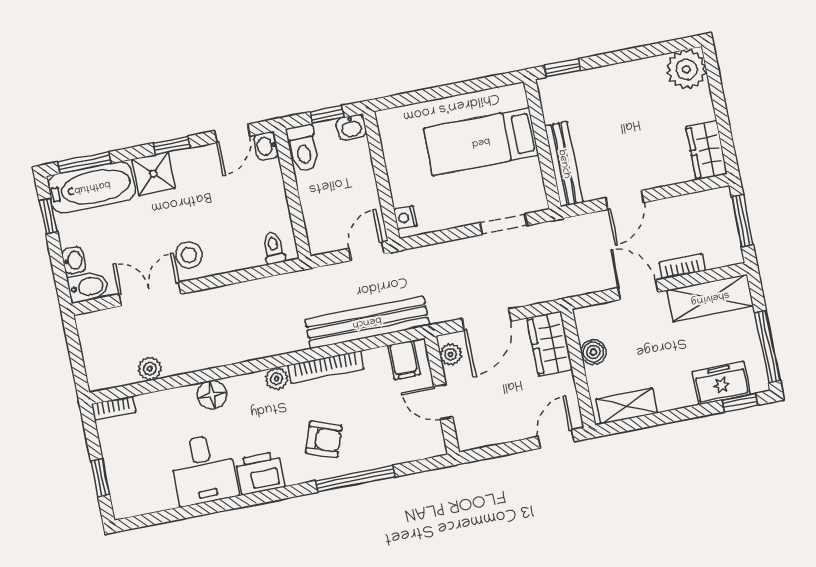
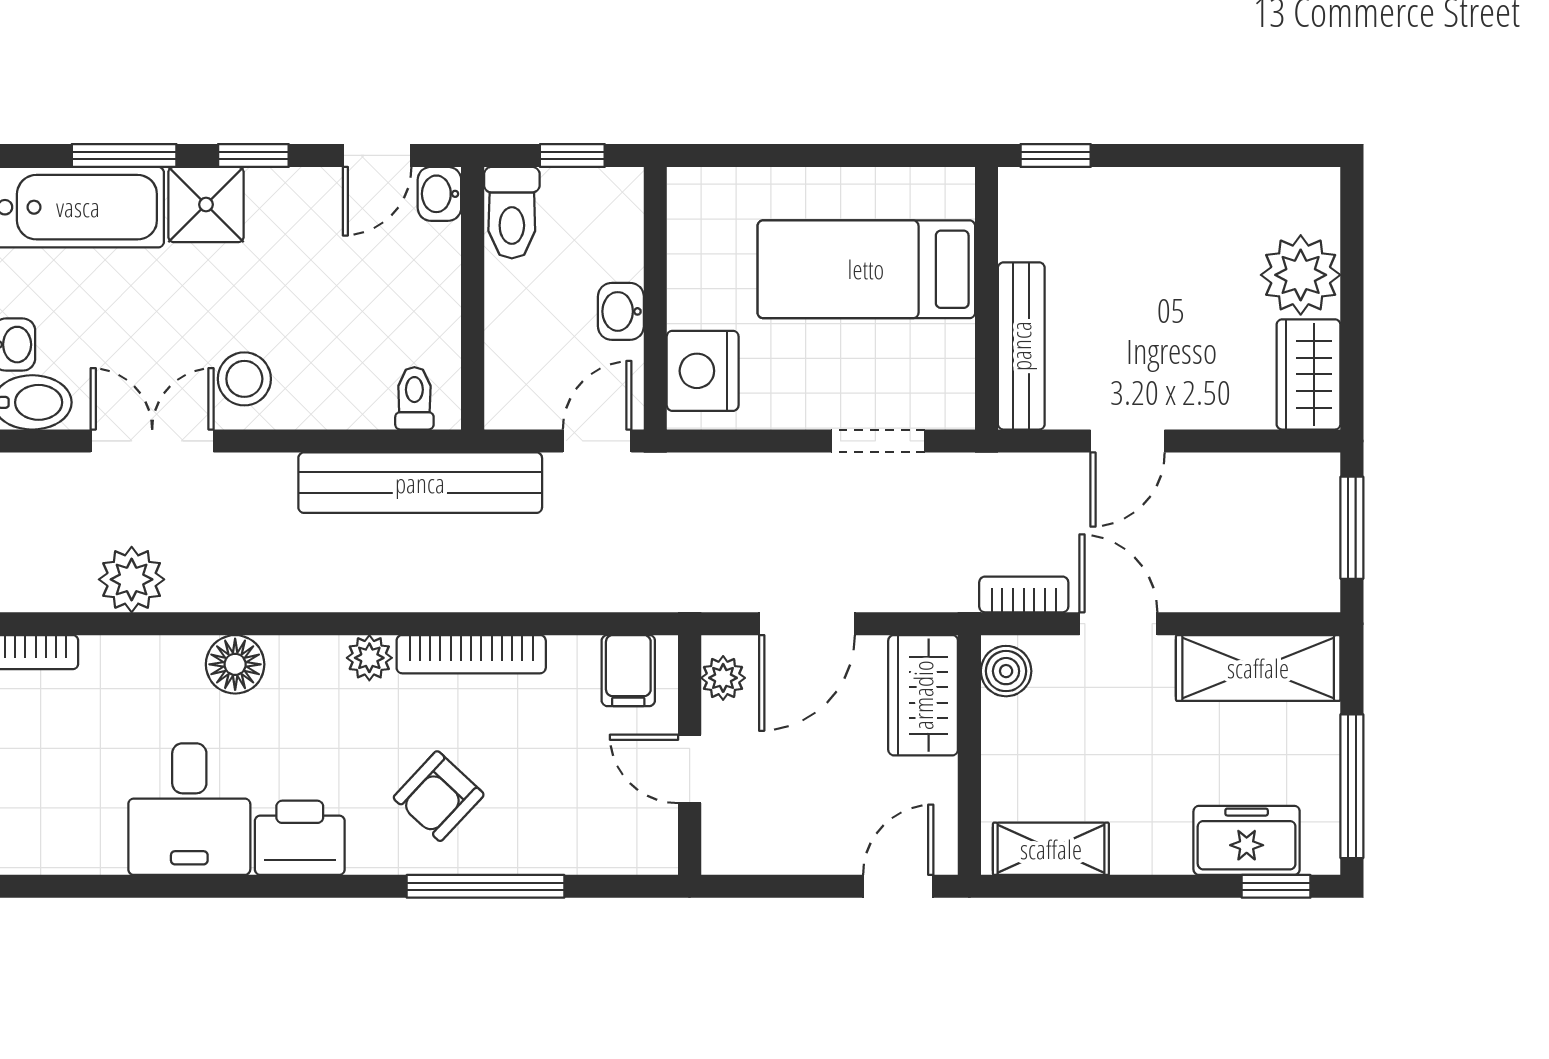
plant: (686, 69) -> (1301, 275), moved
washbasin: (351, 127) -> (621, 311), moved, turned 90
window: (84, 163) -> (124, 155), moved
nightstand: (405, 218) -> (703, 371), width x1.89, depth x1.79
bookcase: (682, 266) -> (1024, 594), moved
bench: (367, 322) -> (420, 483), moved
boiler: (593, 352) -> (1006, 671), moved
plant: (150, 369) -> (132, 579), width x1.38, depth x1.38
armchair: (324, 439) -> (439, 796), turned 114

